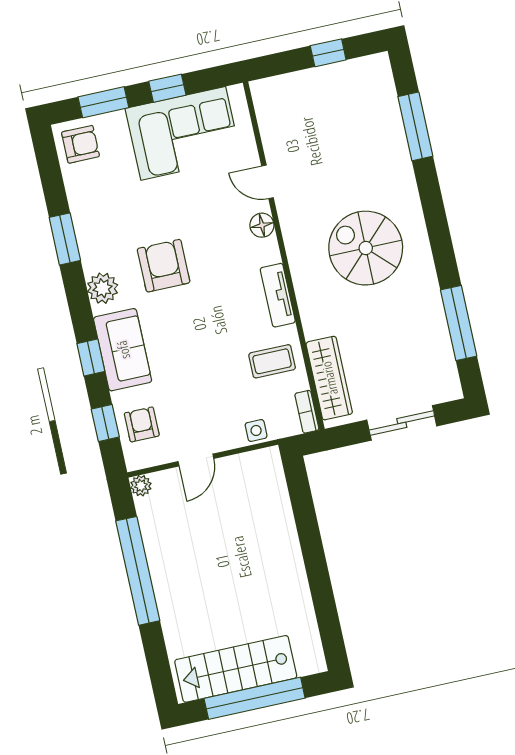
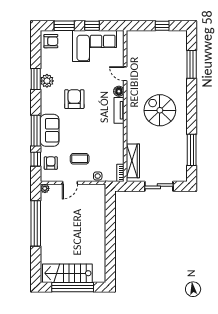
plant: (103, 288) -> (47, 81), moved
tv unit: (278, 295) -> (119, 110), moved
window: (91, 358) -> (36, 131), width x2.17
coffee table: (272, 361) -> (80, 159), moved

